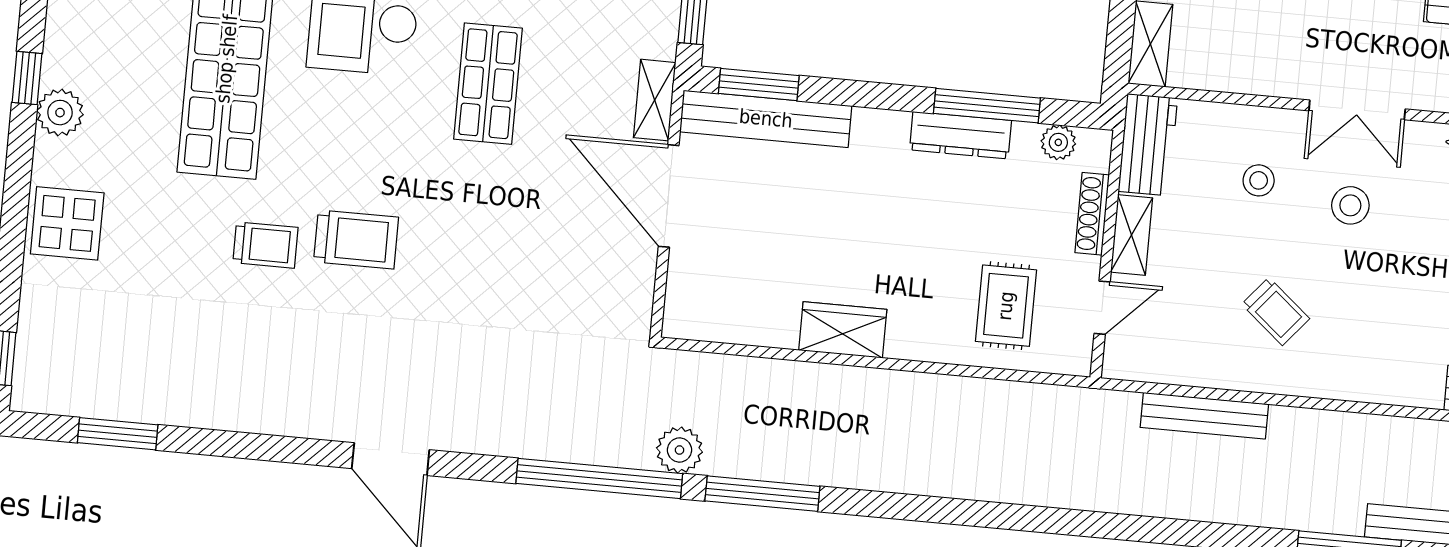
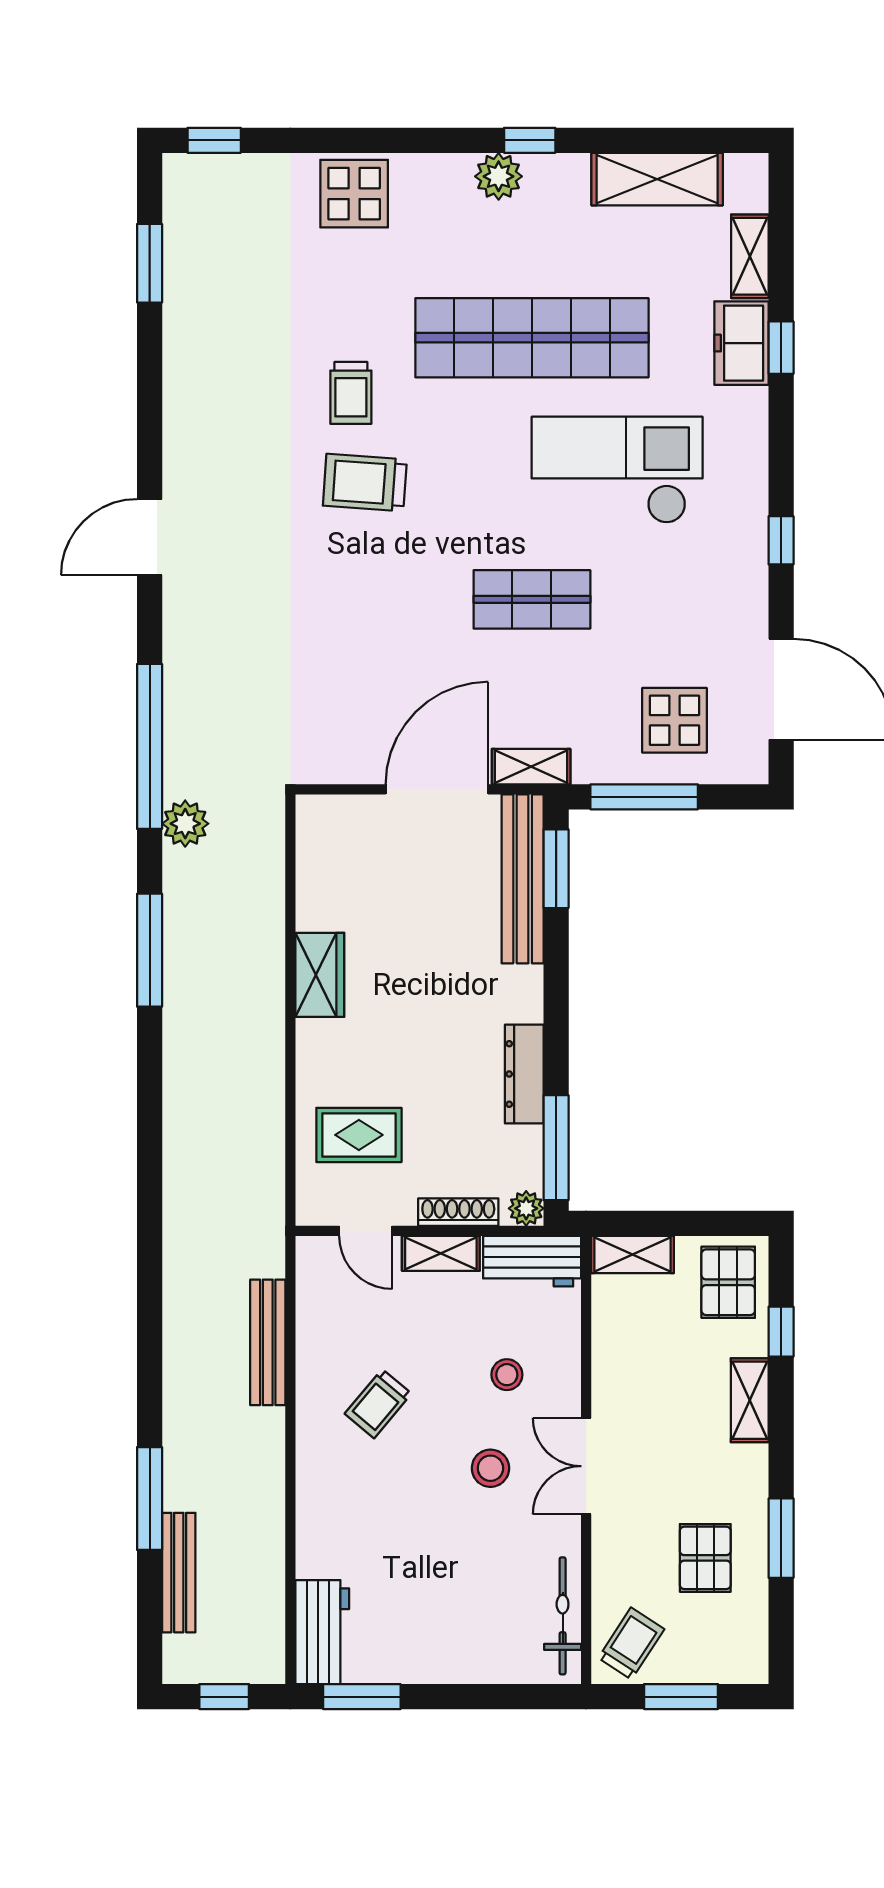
window: (27, 78) -> (530, 140), moved
window: (987, 106) -> (556, 1148), moved
plant: (60, 113) -> (499, 176), moved
plant: (1058, 142) -> (526, 1208), moved
trolley: (356, 239) -> (365, 483), turned 94
window: (762, 494) -> (150, 950), moved

